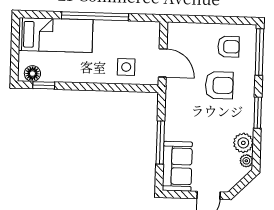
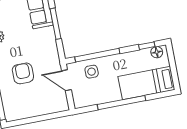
armchair: (228, 47) -> (22, 102), removed
armchair: (219, 85) -> (23, 73), turned 90
window: (113, 87) -> (97, 55), added

